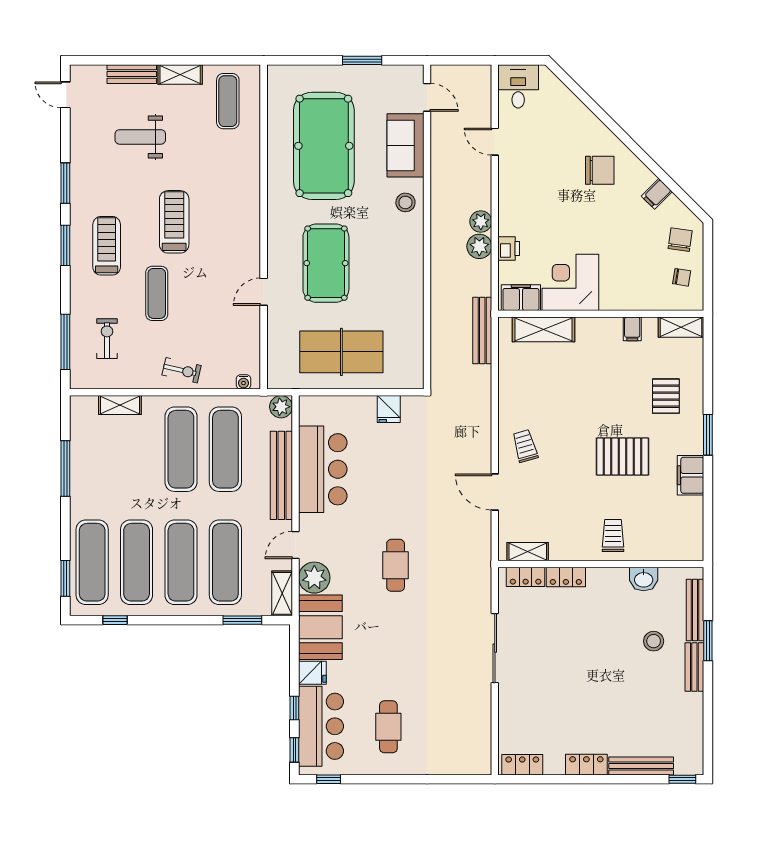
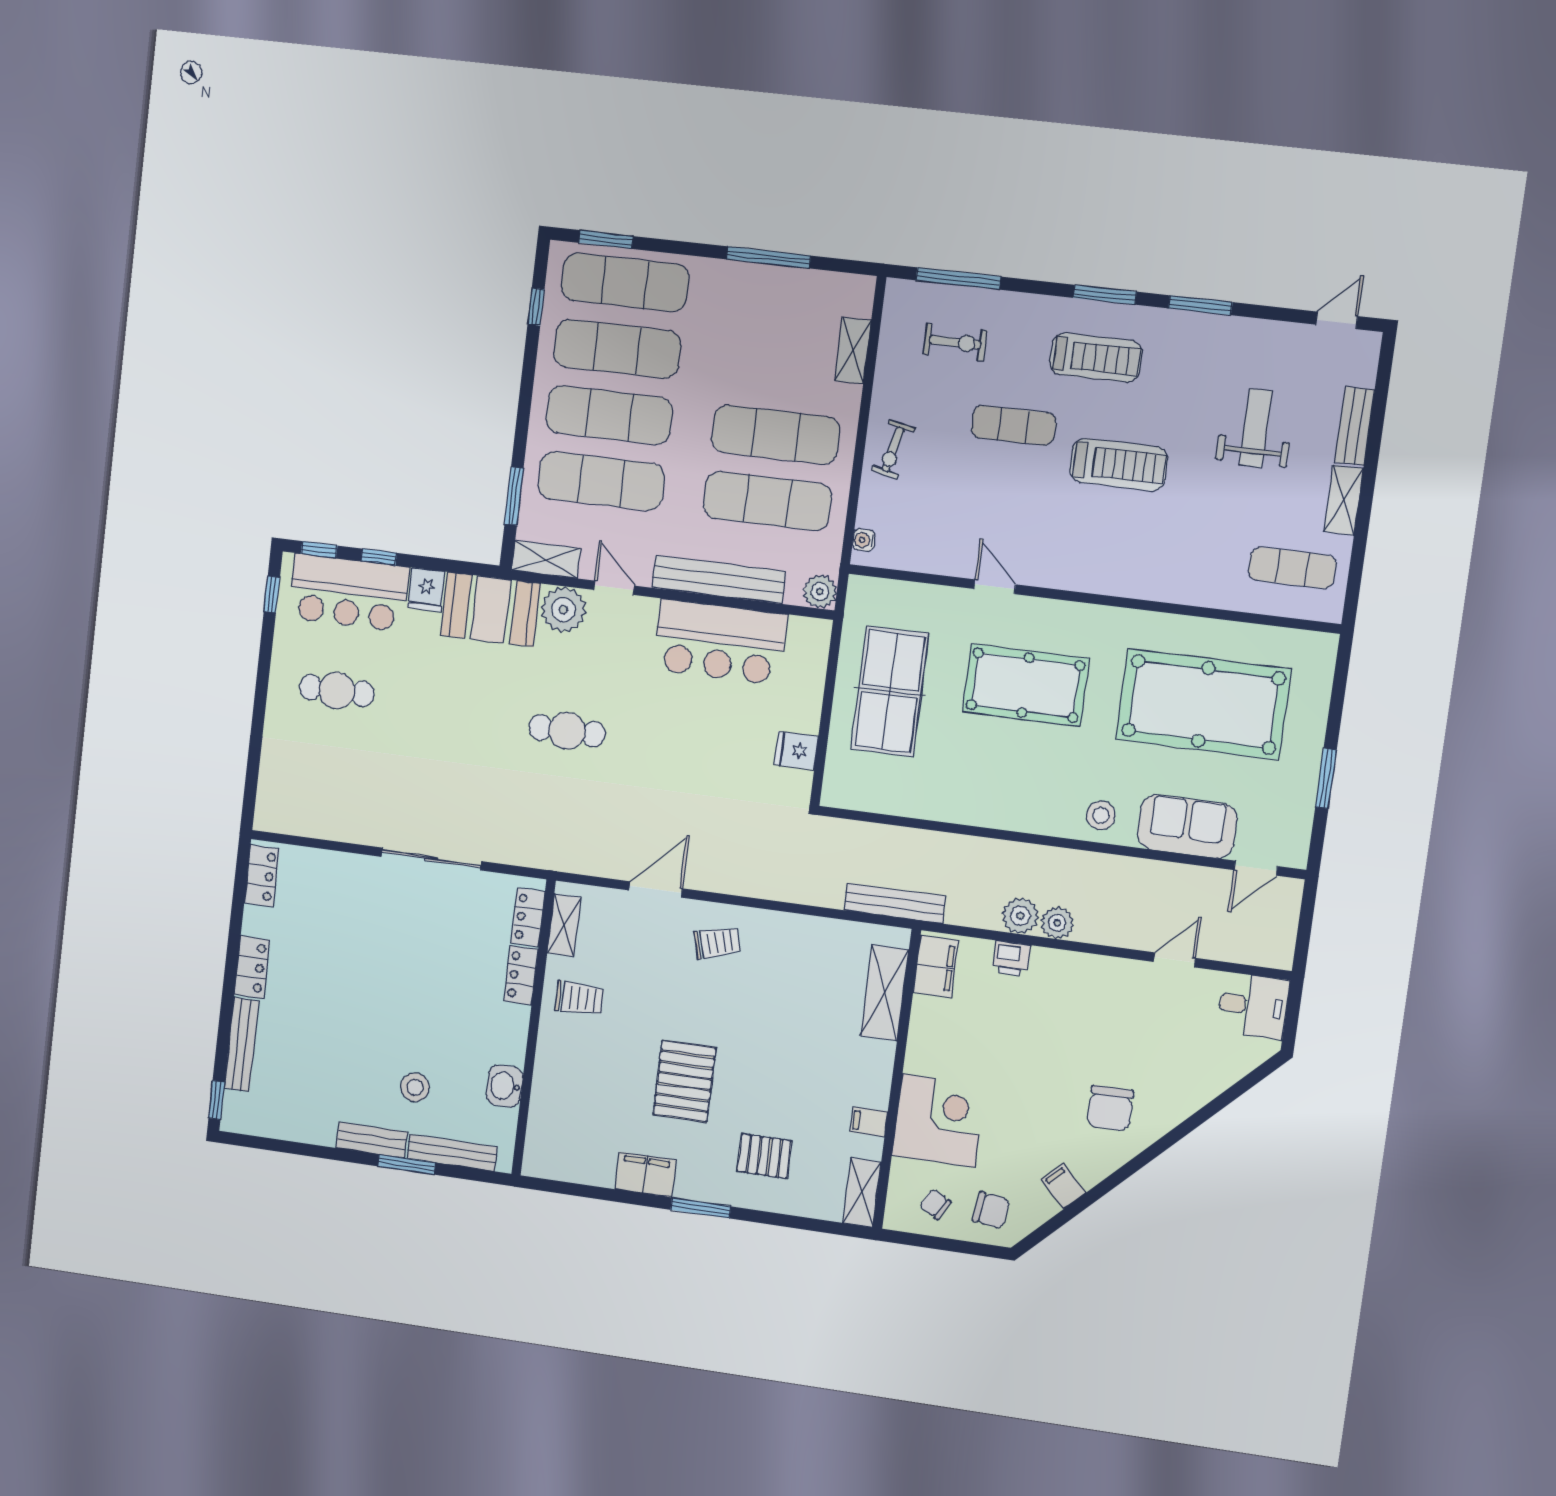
chair: (682, 277) -> (935, 1204), turned 111
corner desk: (570, 282) -> (939, 1121), moved
trolley: (613, 536) -> (579, 998), moved

